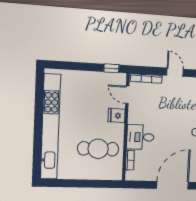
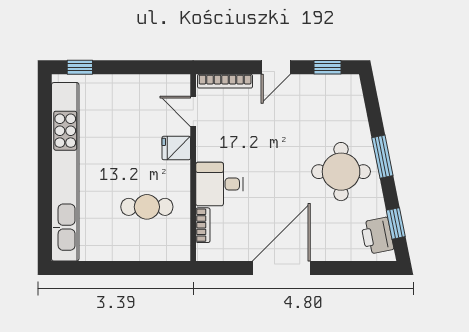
window: (112, 68) -> (80, 67), moved
door: (175, 72) -> (276, 67), swing flipped
cafe table: (98, 149) -> (147, 207), width x0.73, depth x0.74

